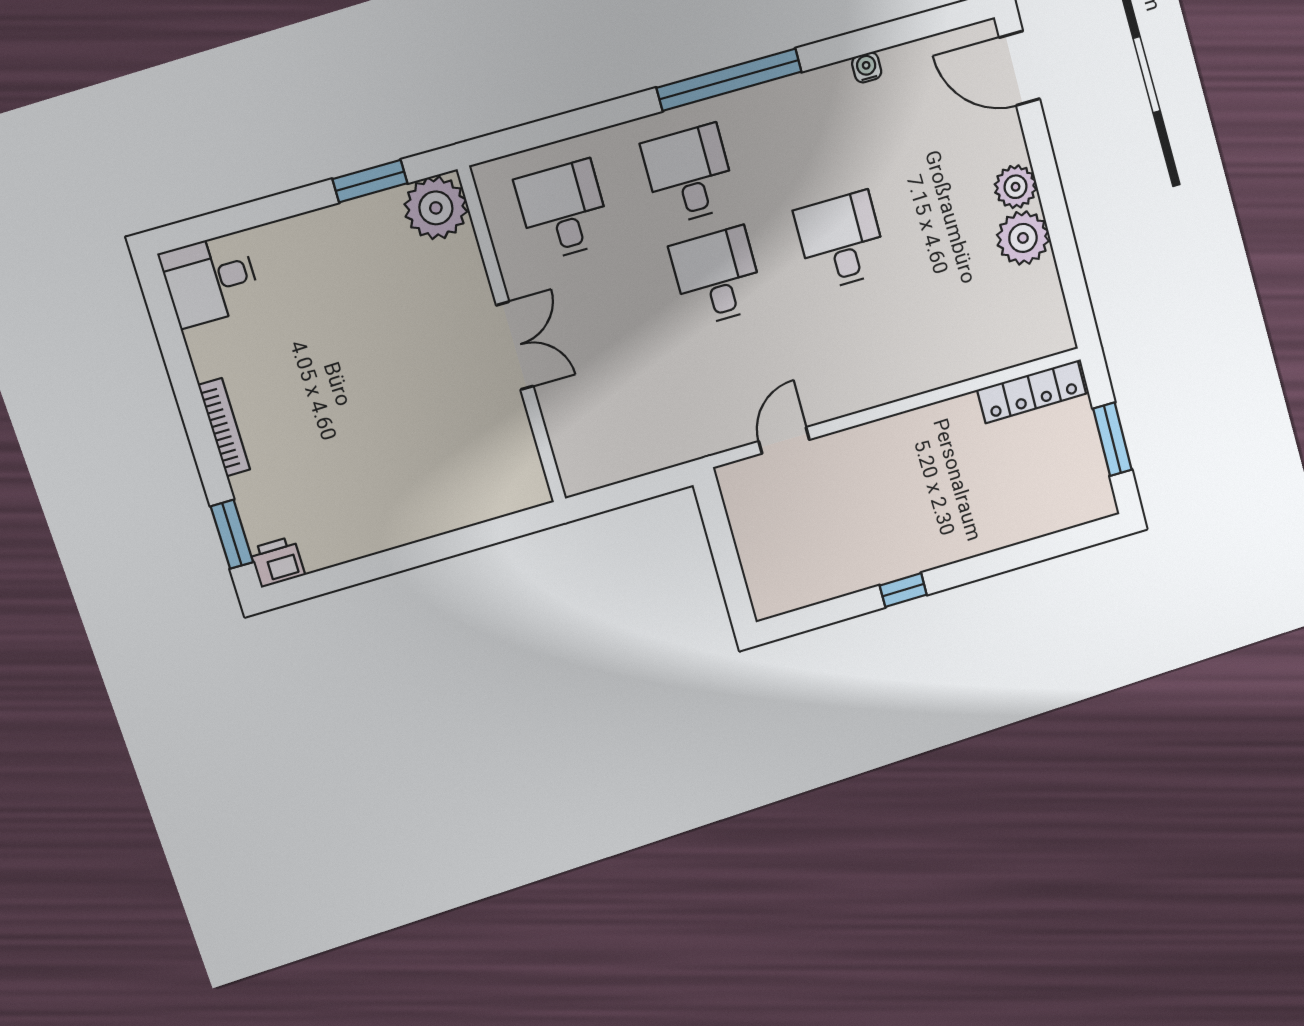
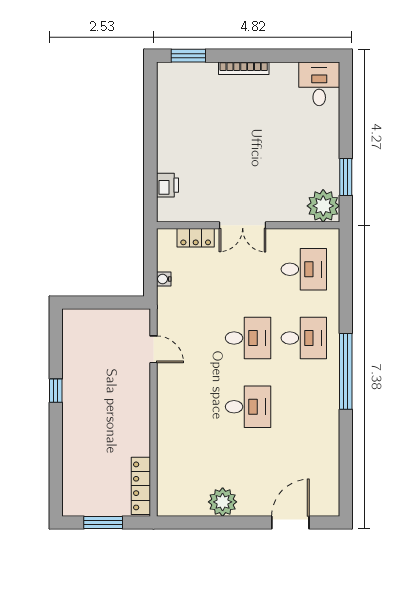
water cooler: (867, 67) -> (164, 279), moved, turned 180
door: (1020, 68) -> (290, 523), moved
plant: (1016, 187) -> (250, 505), removed
locker: (562, 424) -> (196, 238), added
printer: (277, 562) -> (167, 185), moved

